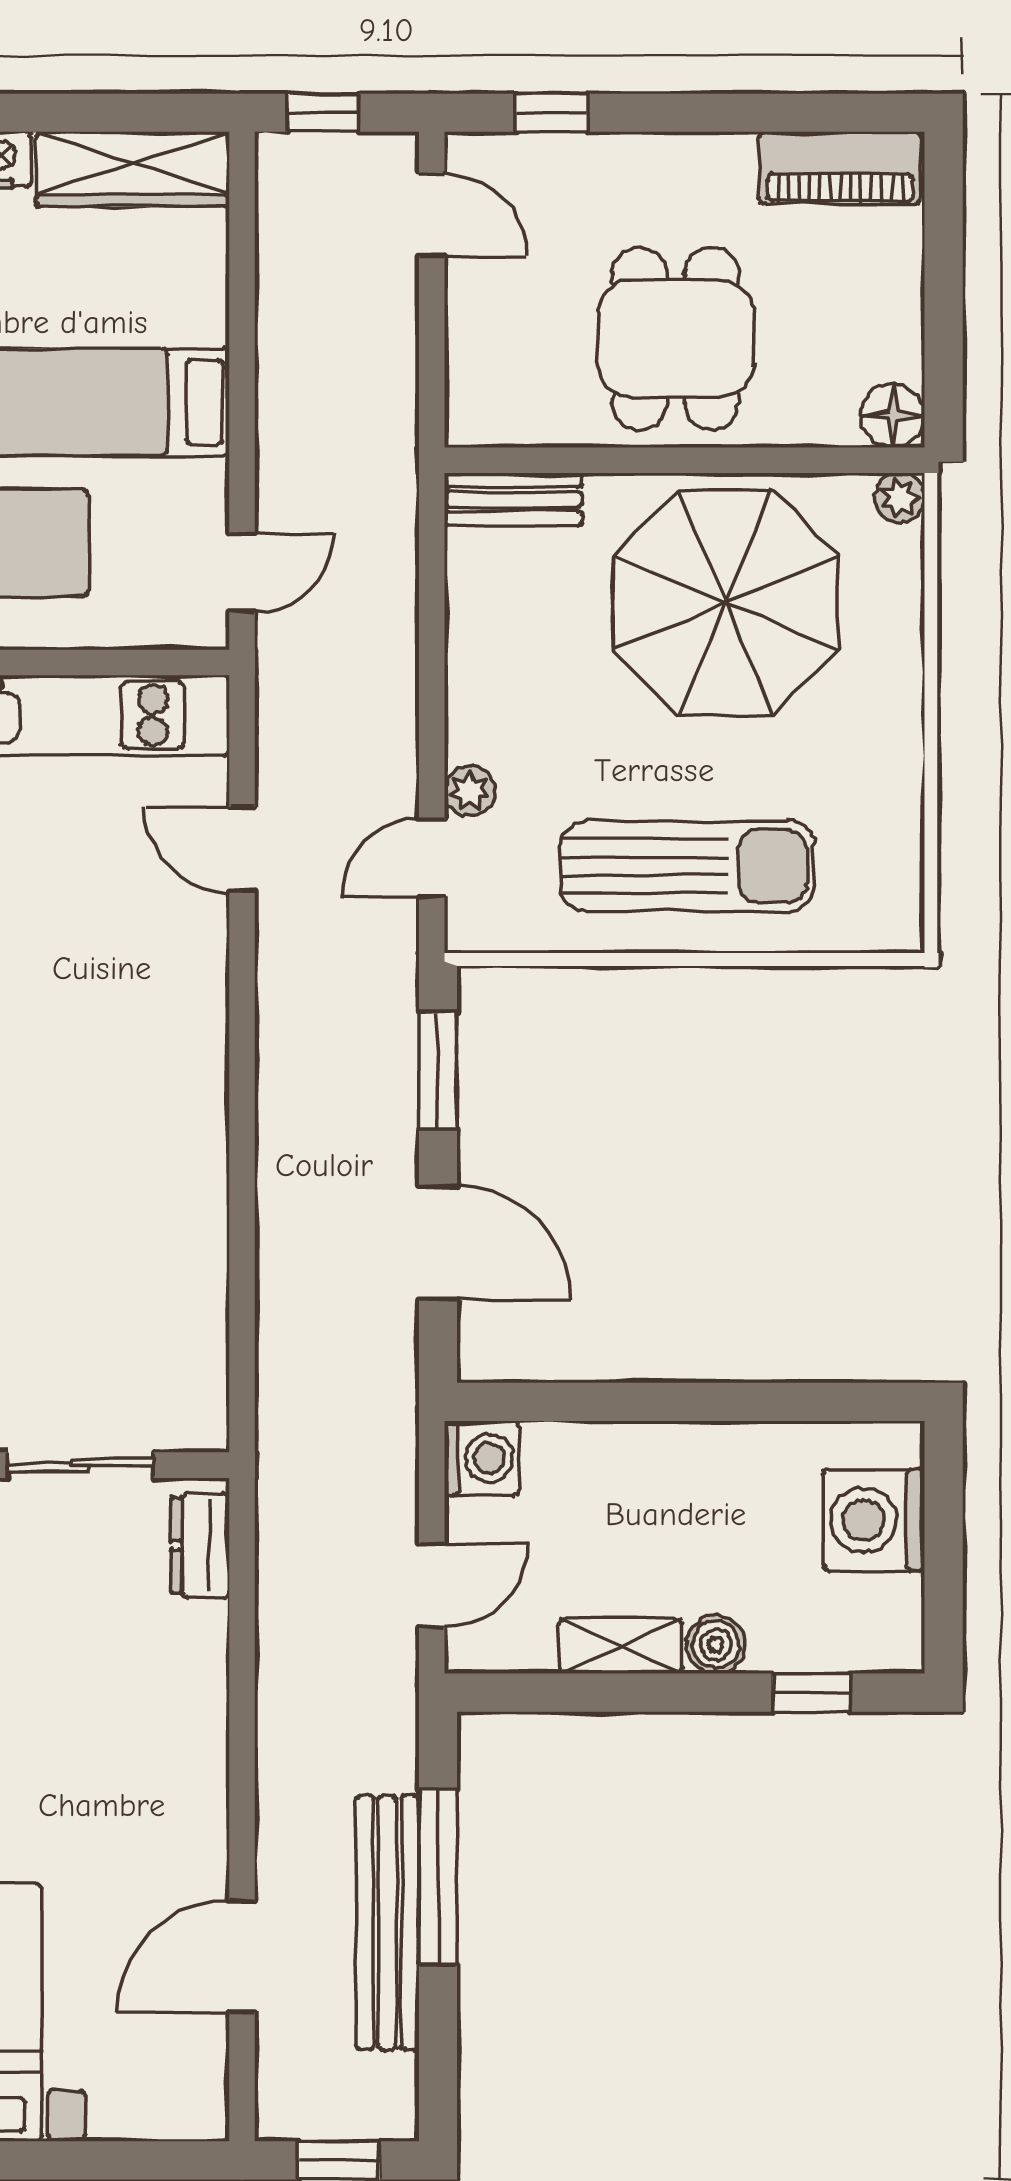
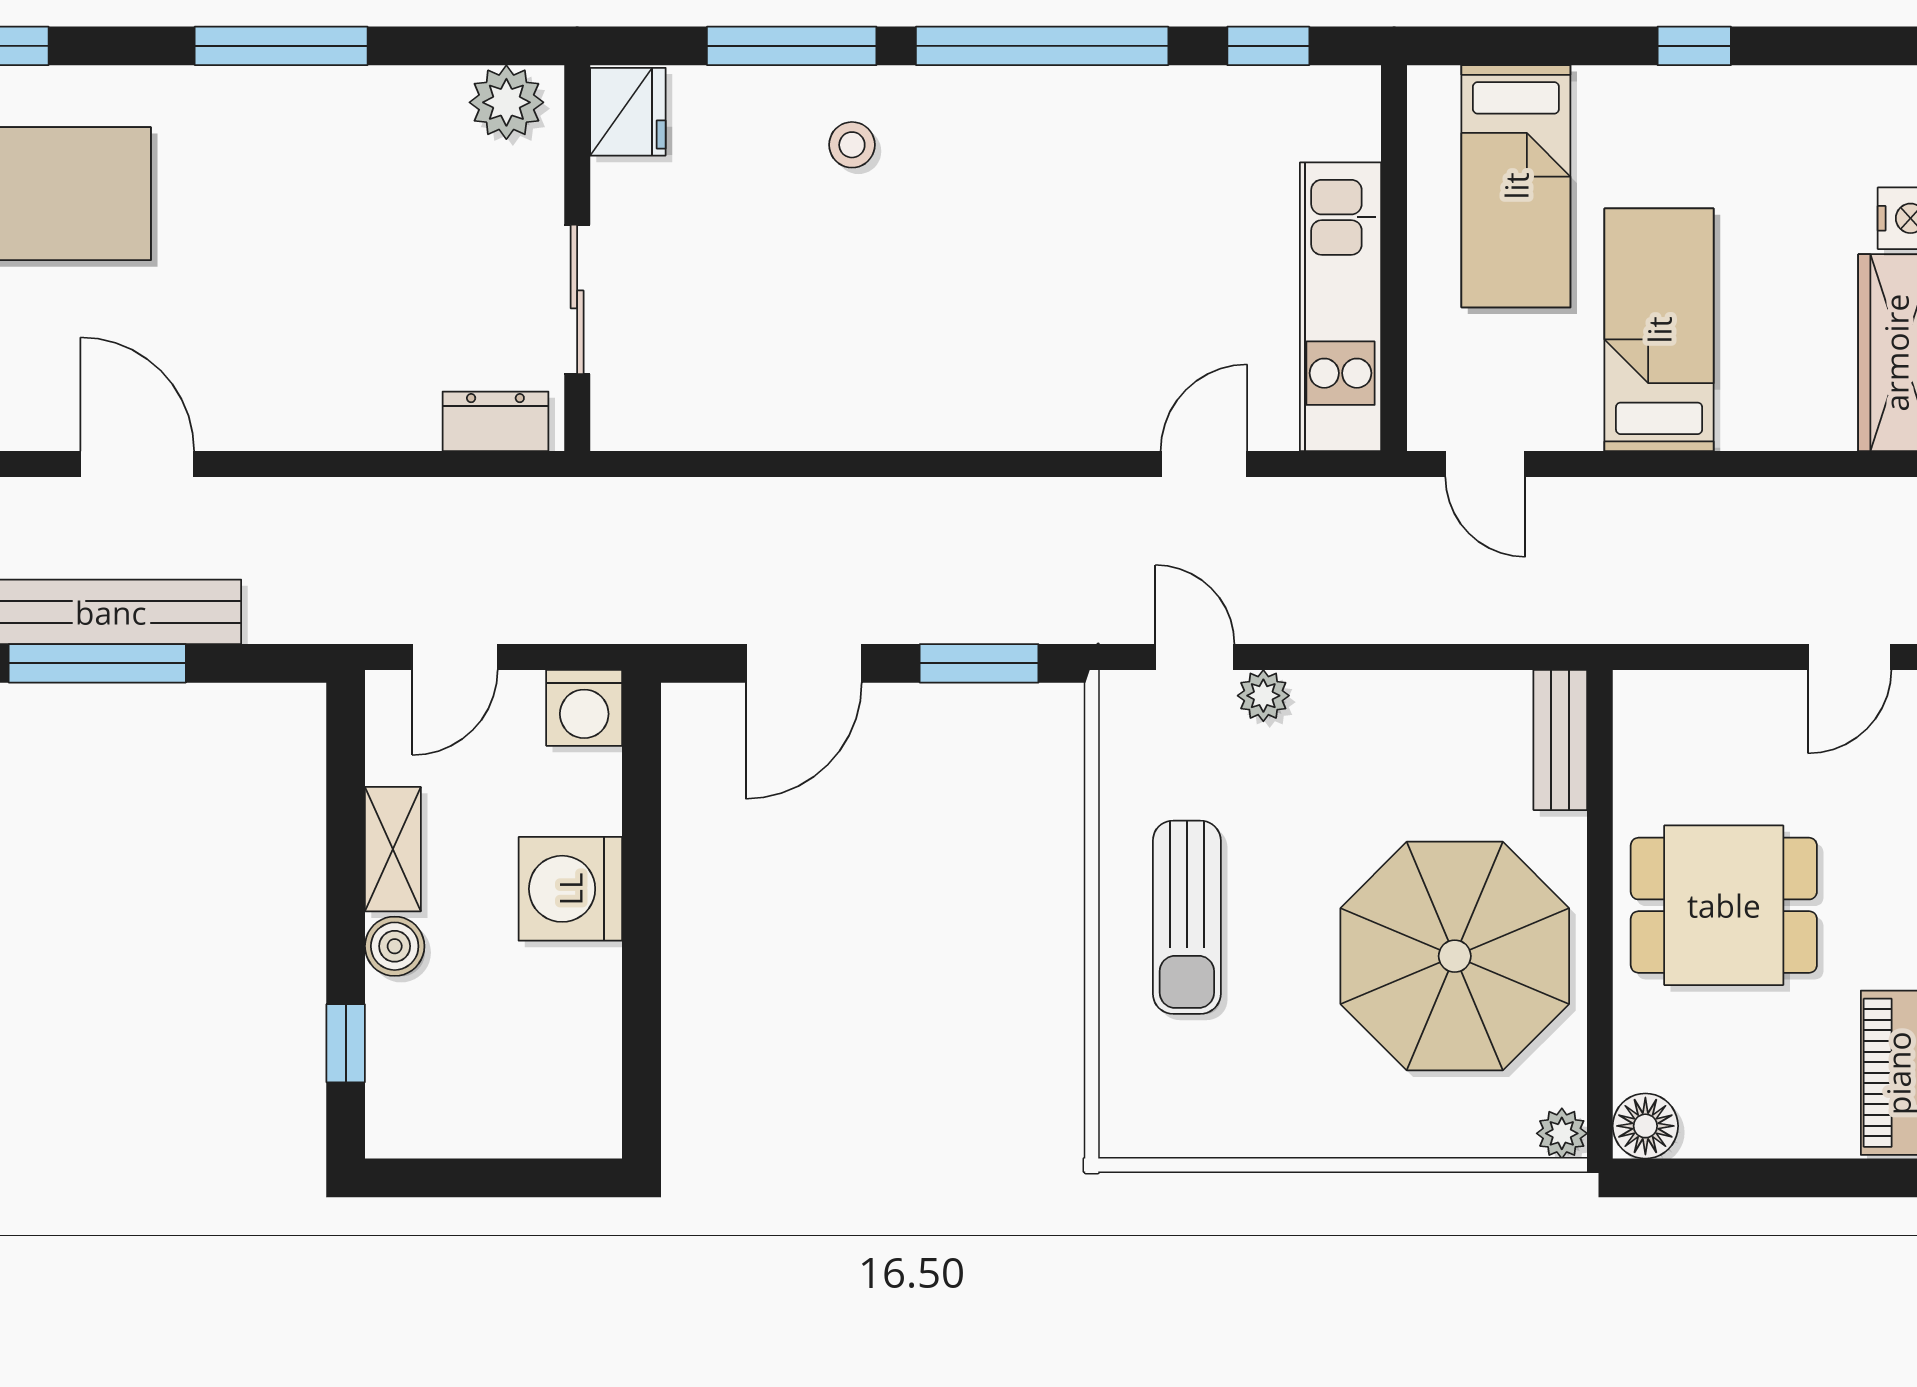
sun lounger: (687, 866) -> (1187, 917), width x0.73, depth x0.75
washing machine: (874, 1520) -> (570, 889), moved, turned -90
door: (432, 1585) -> (455, 657), hinge flipped
window: (438, 1877) -> (97, 663), moved
door: (242, 1957) -> (137, 464), moved

